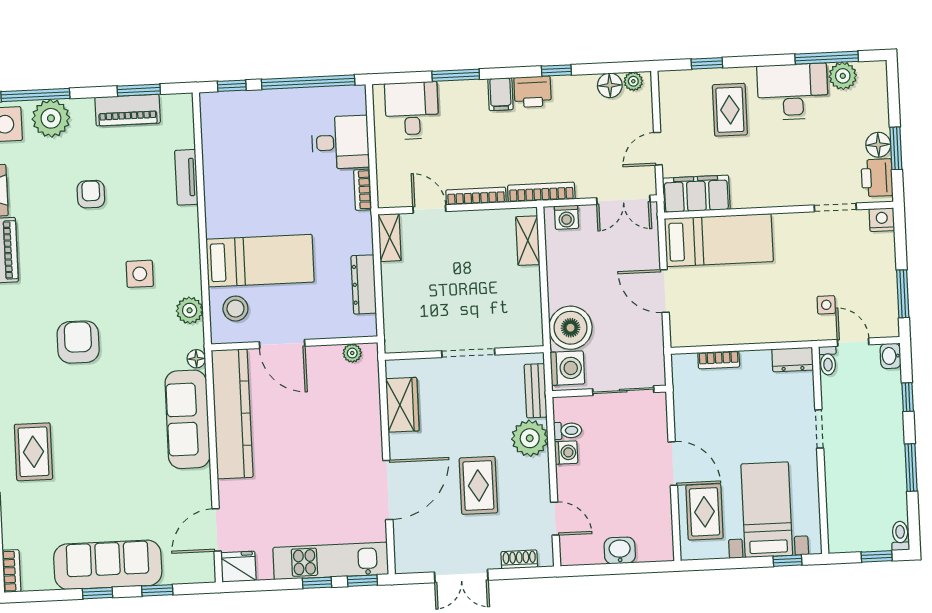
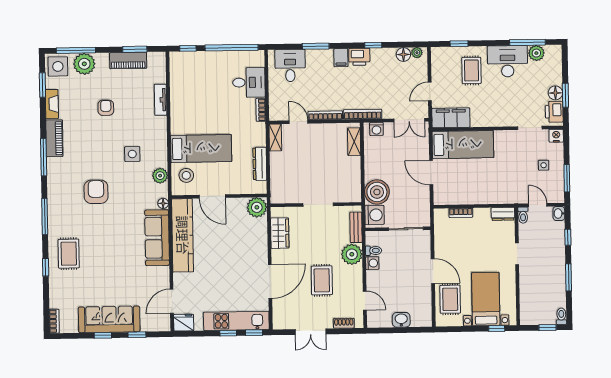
side table: (826, 305) -> (544, 165), moved
plant: (352, 353) -> (257, 207), width x1.88, depth x1.88

